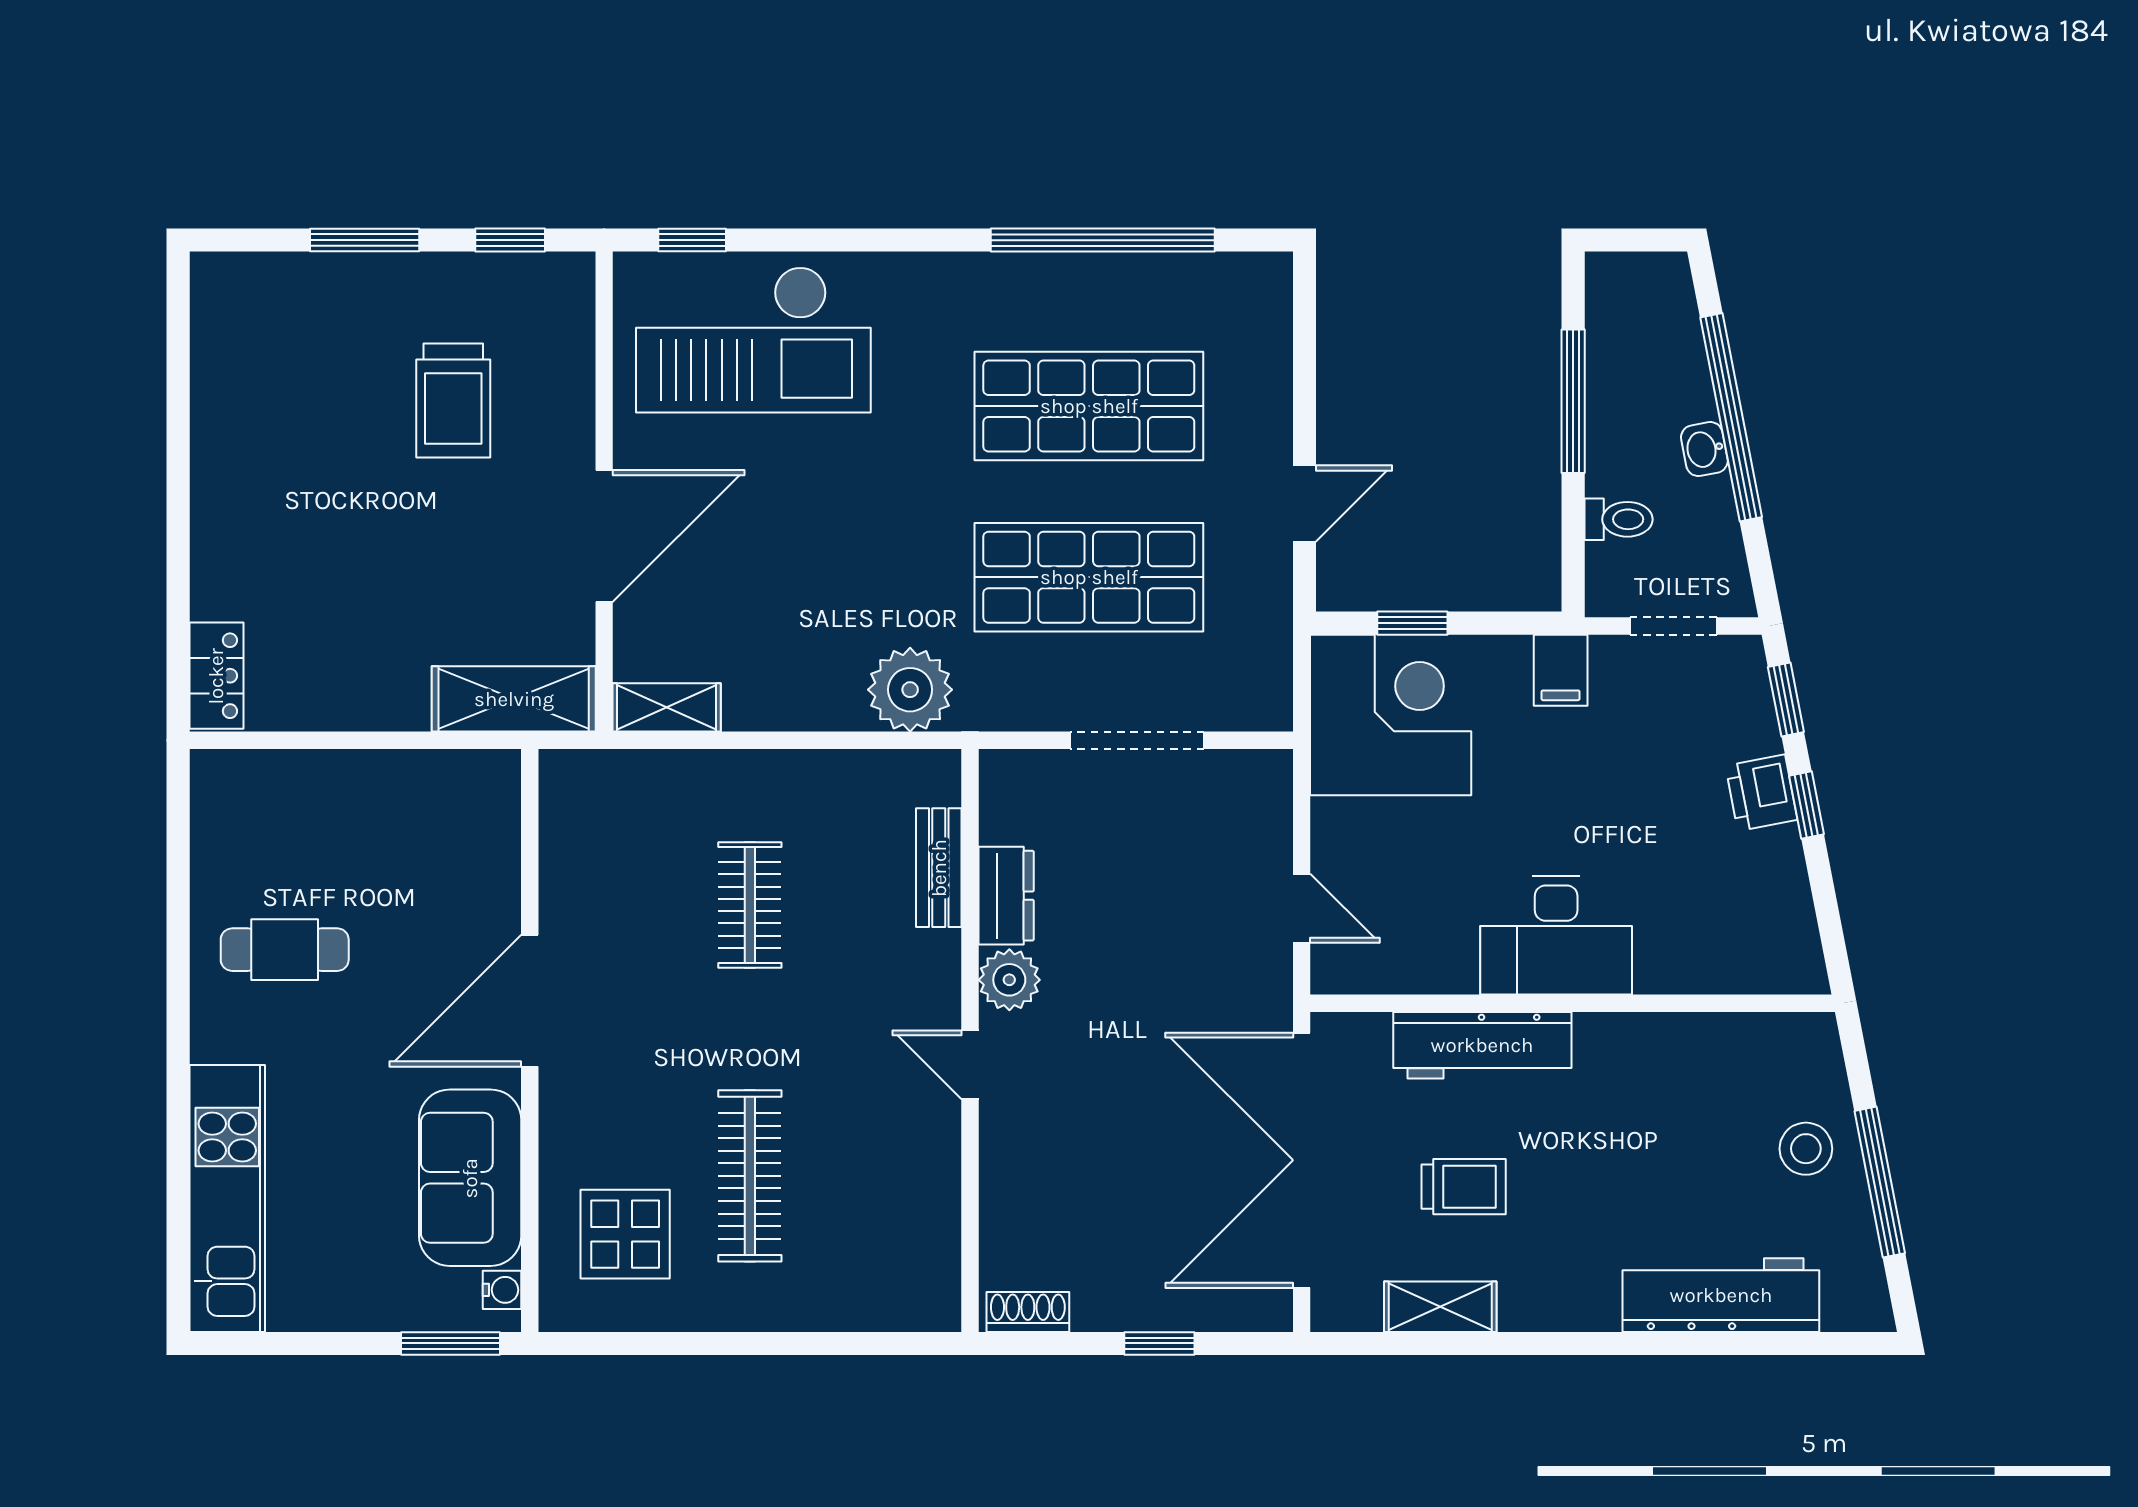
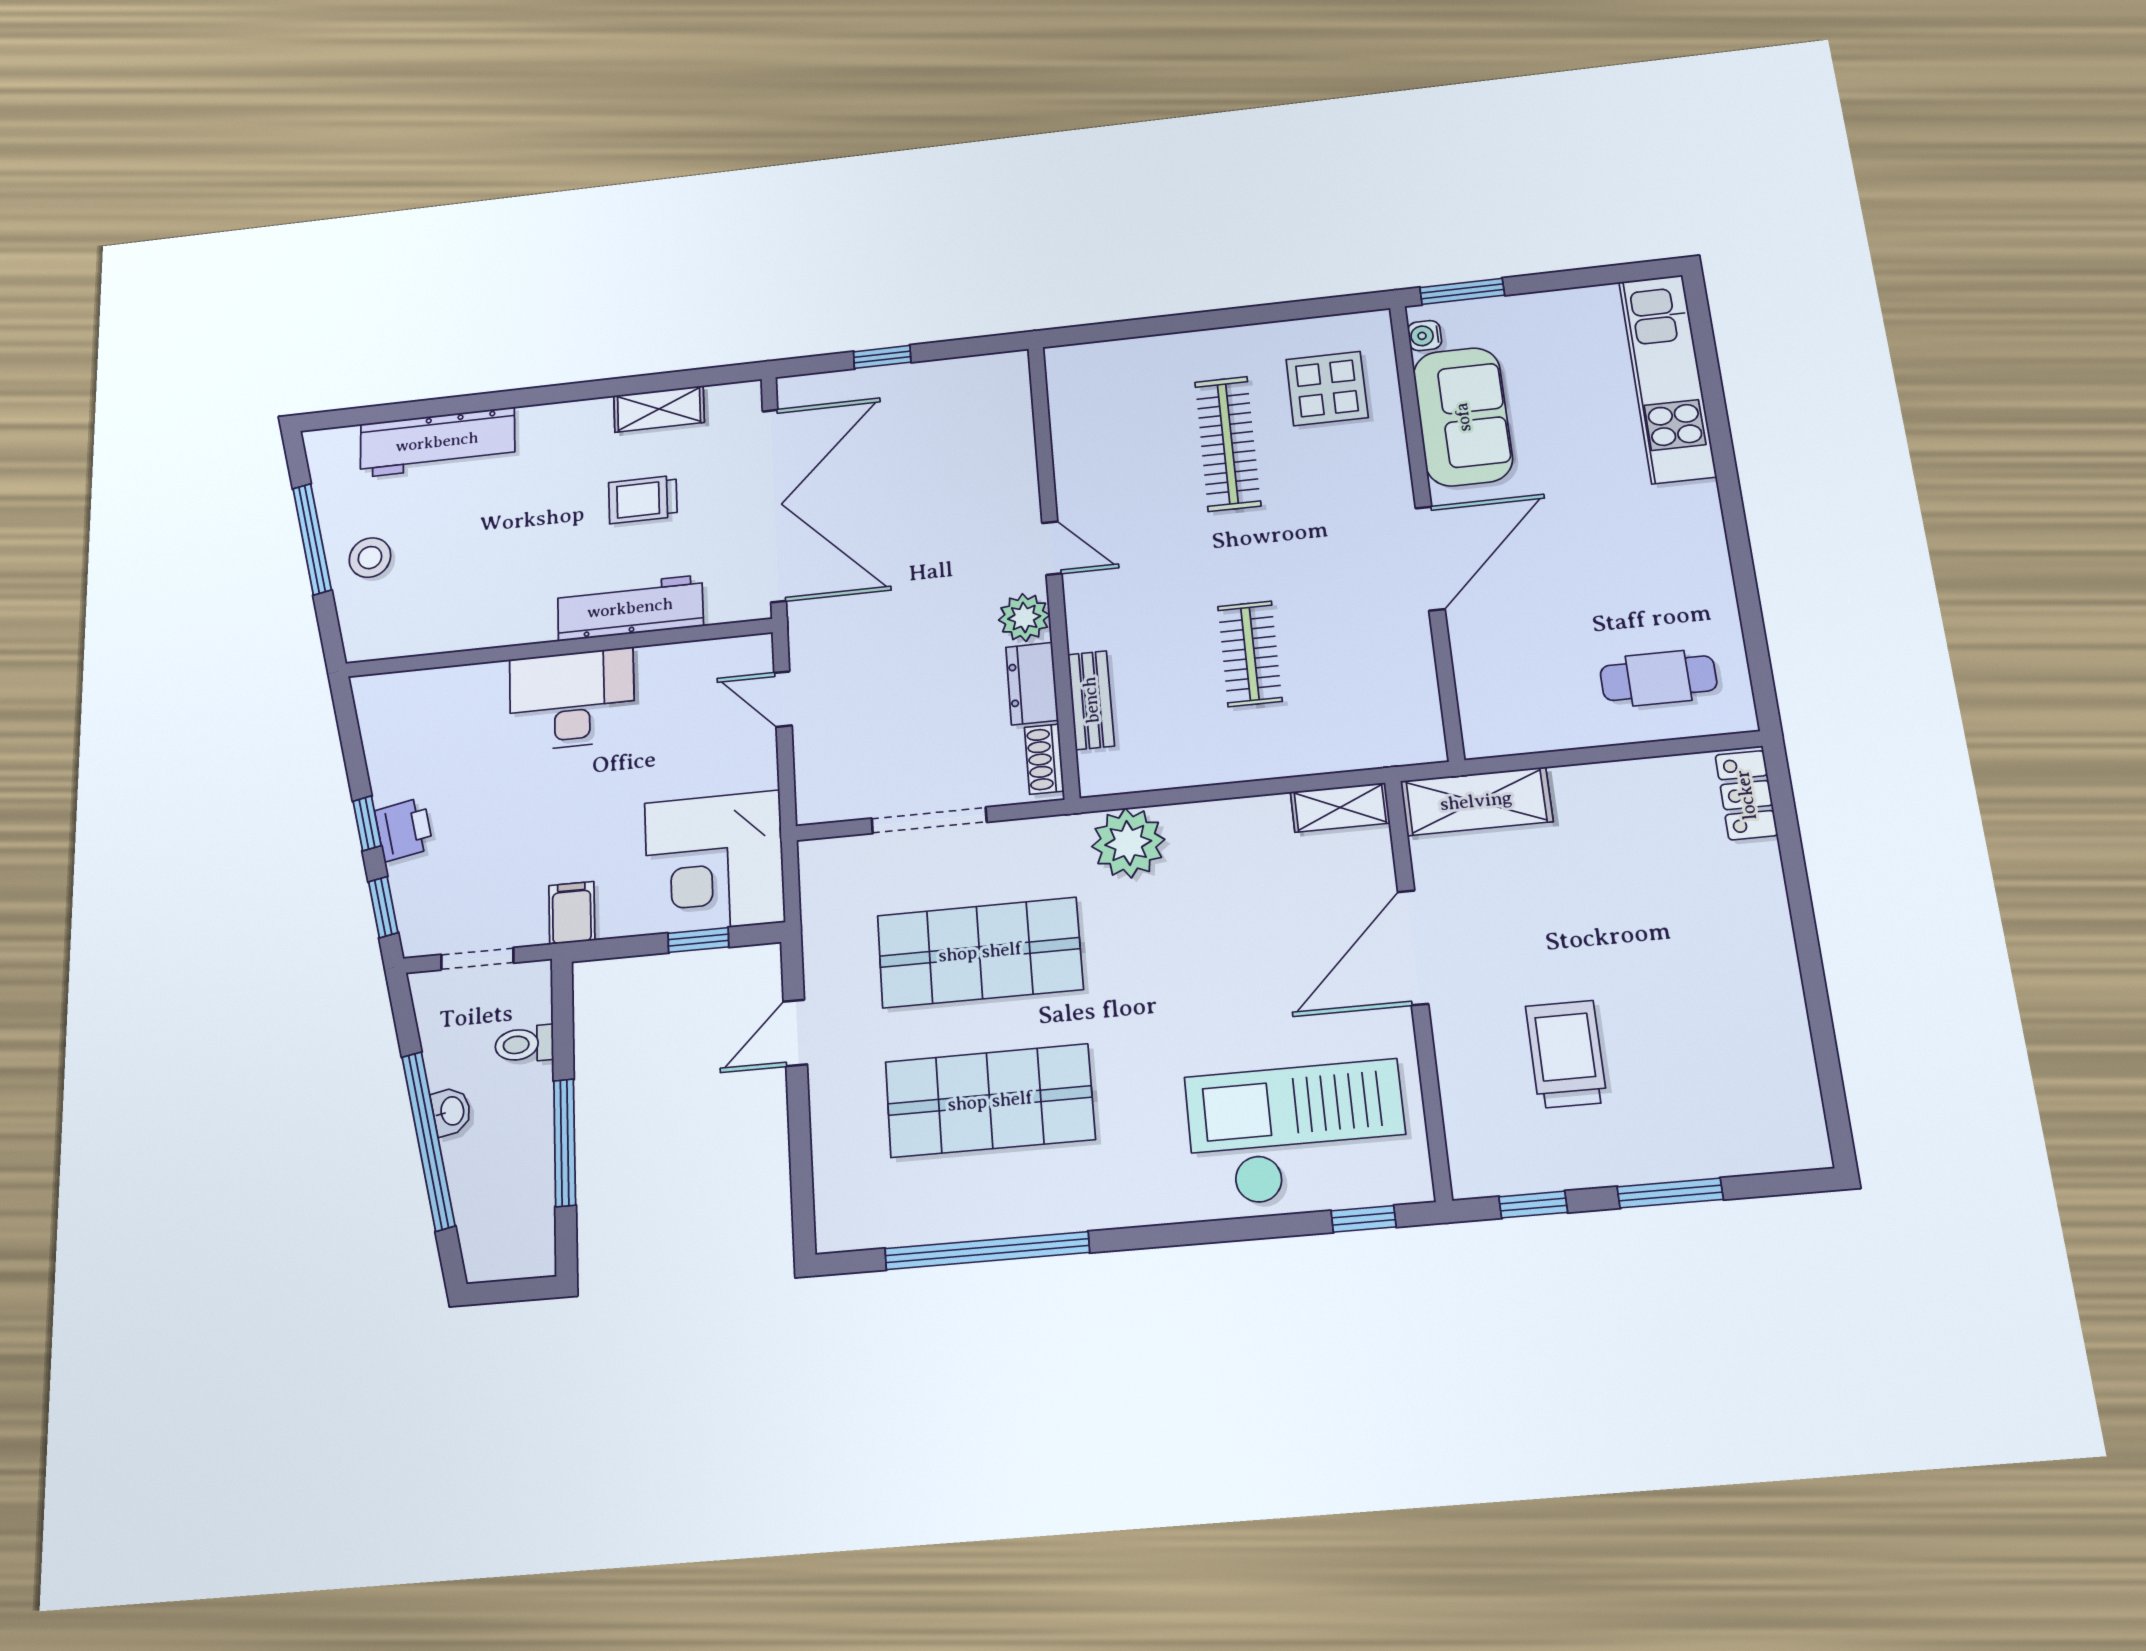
cafe table: (285, 950) -> (1658, 678), moved
shoe rack: (1028, 1312) -> (1044, 759), moved, turned 90

